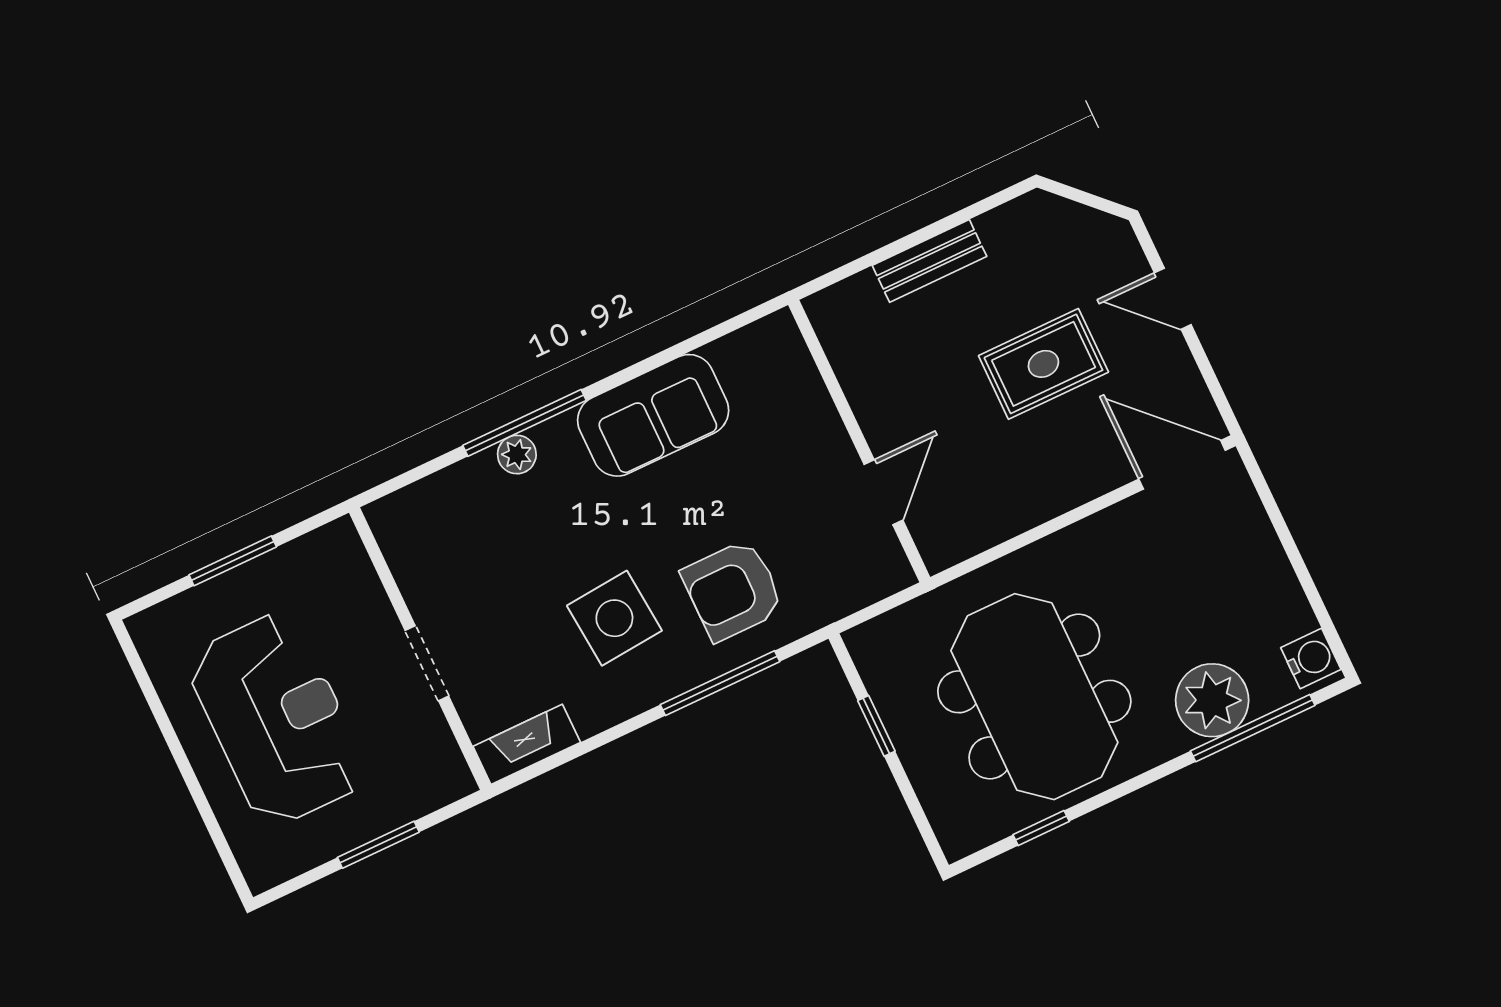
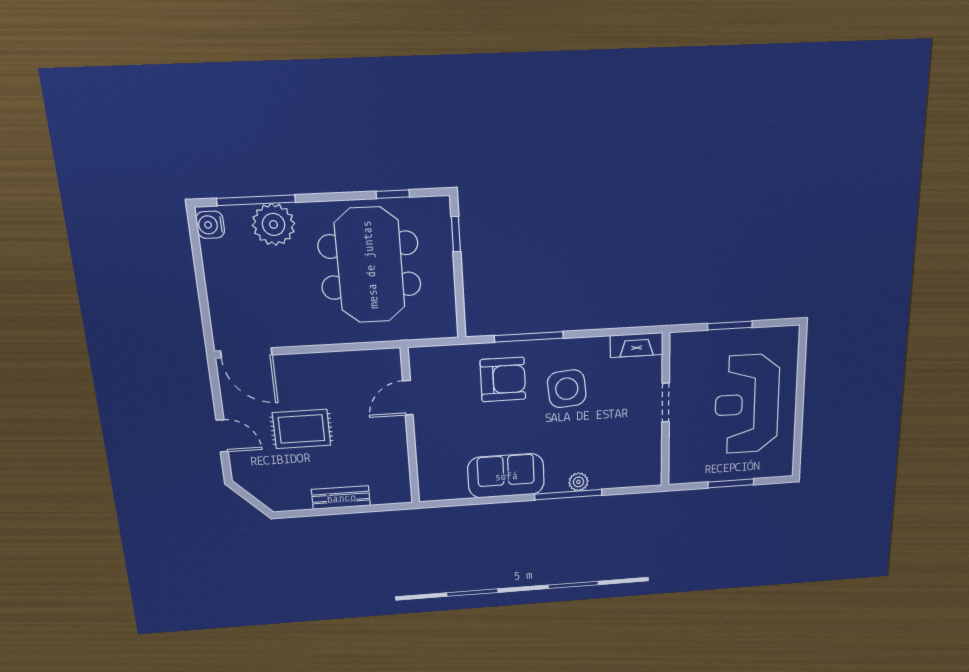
window: (876, 726) -> (456, 234), moved

